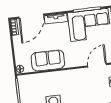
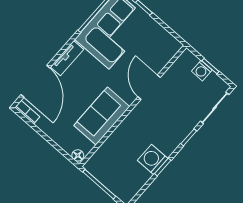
door: (97, 65) -> (149, 87), moved

